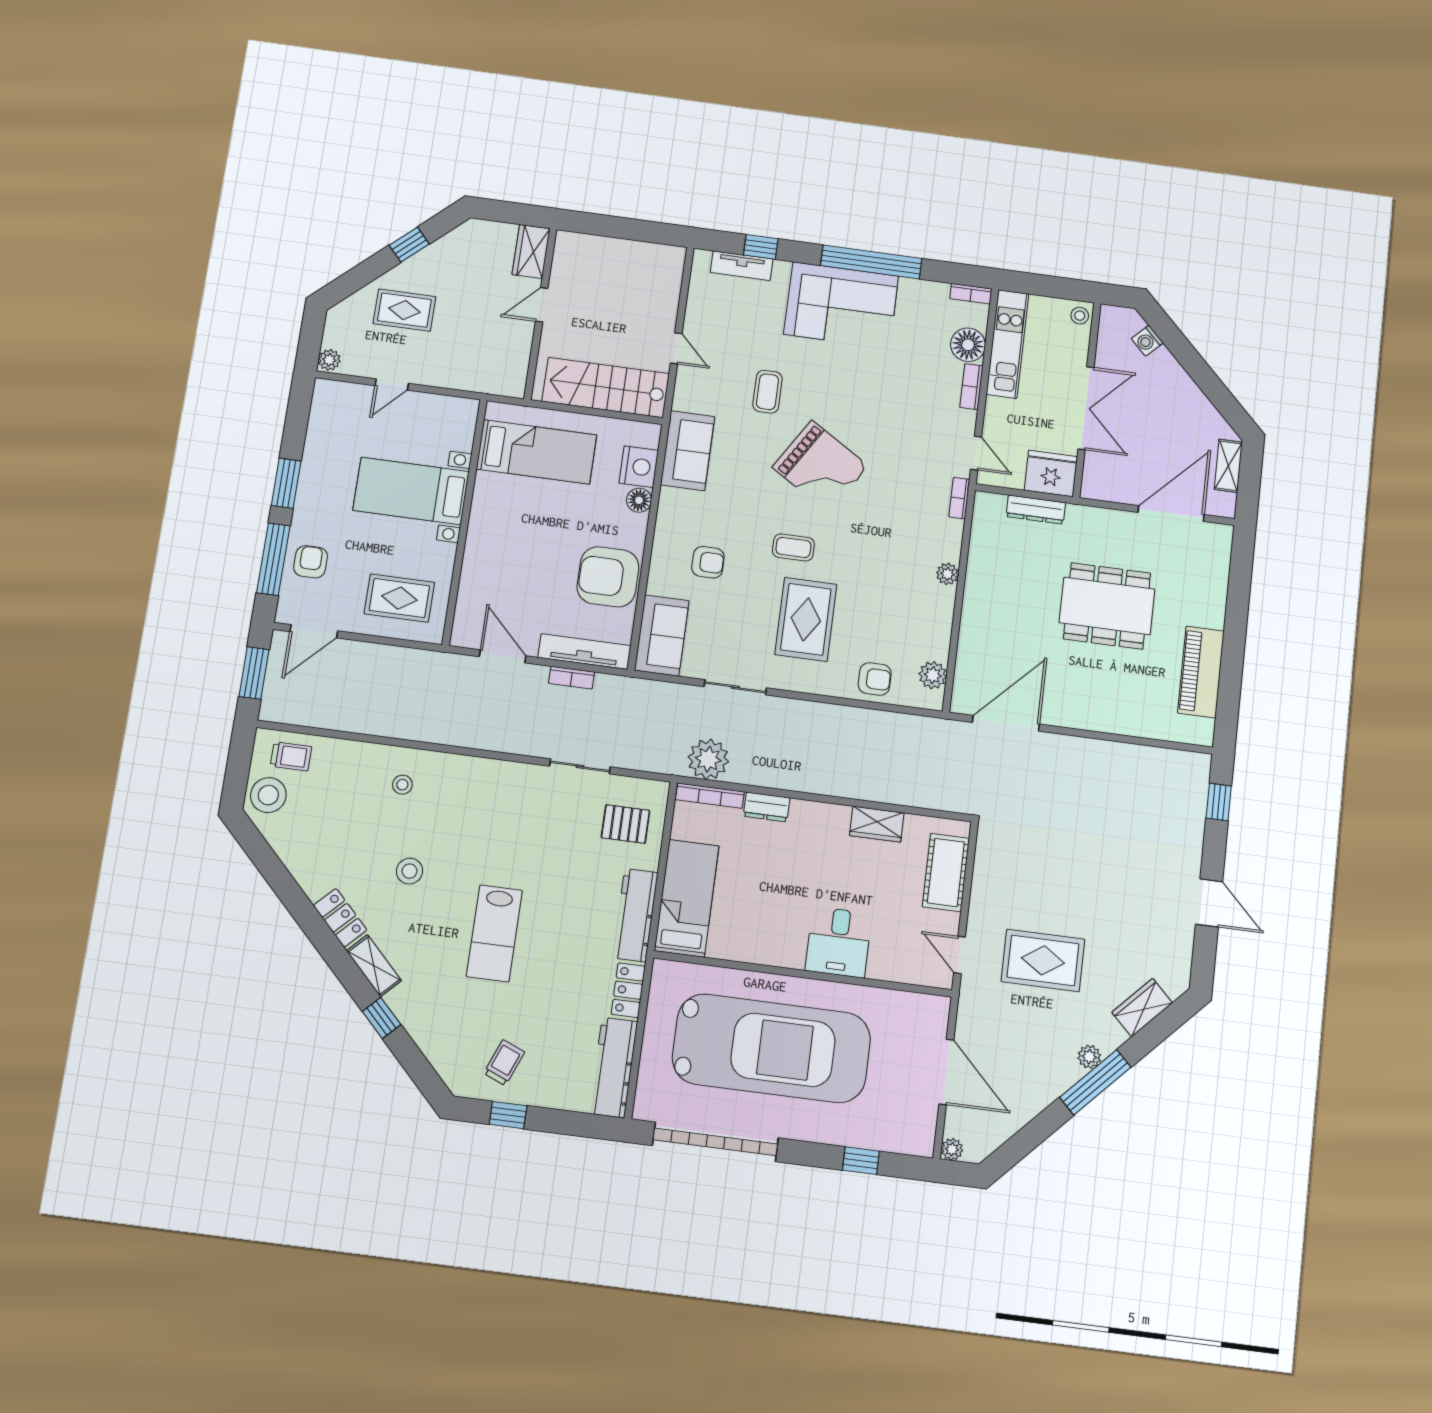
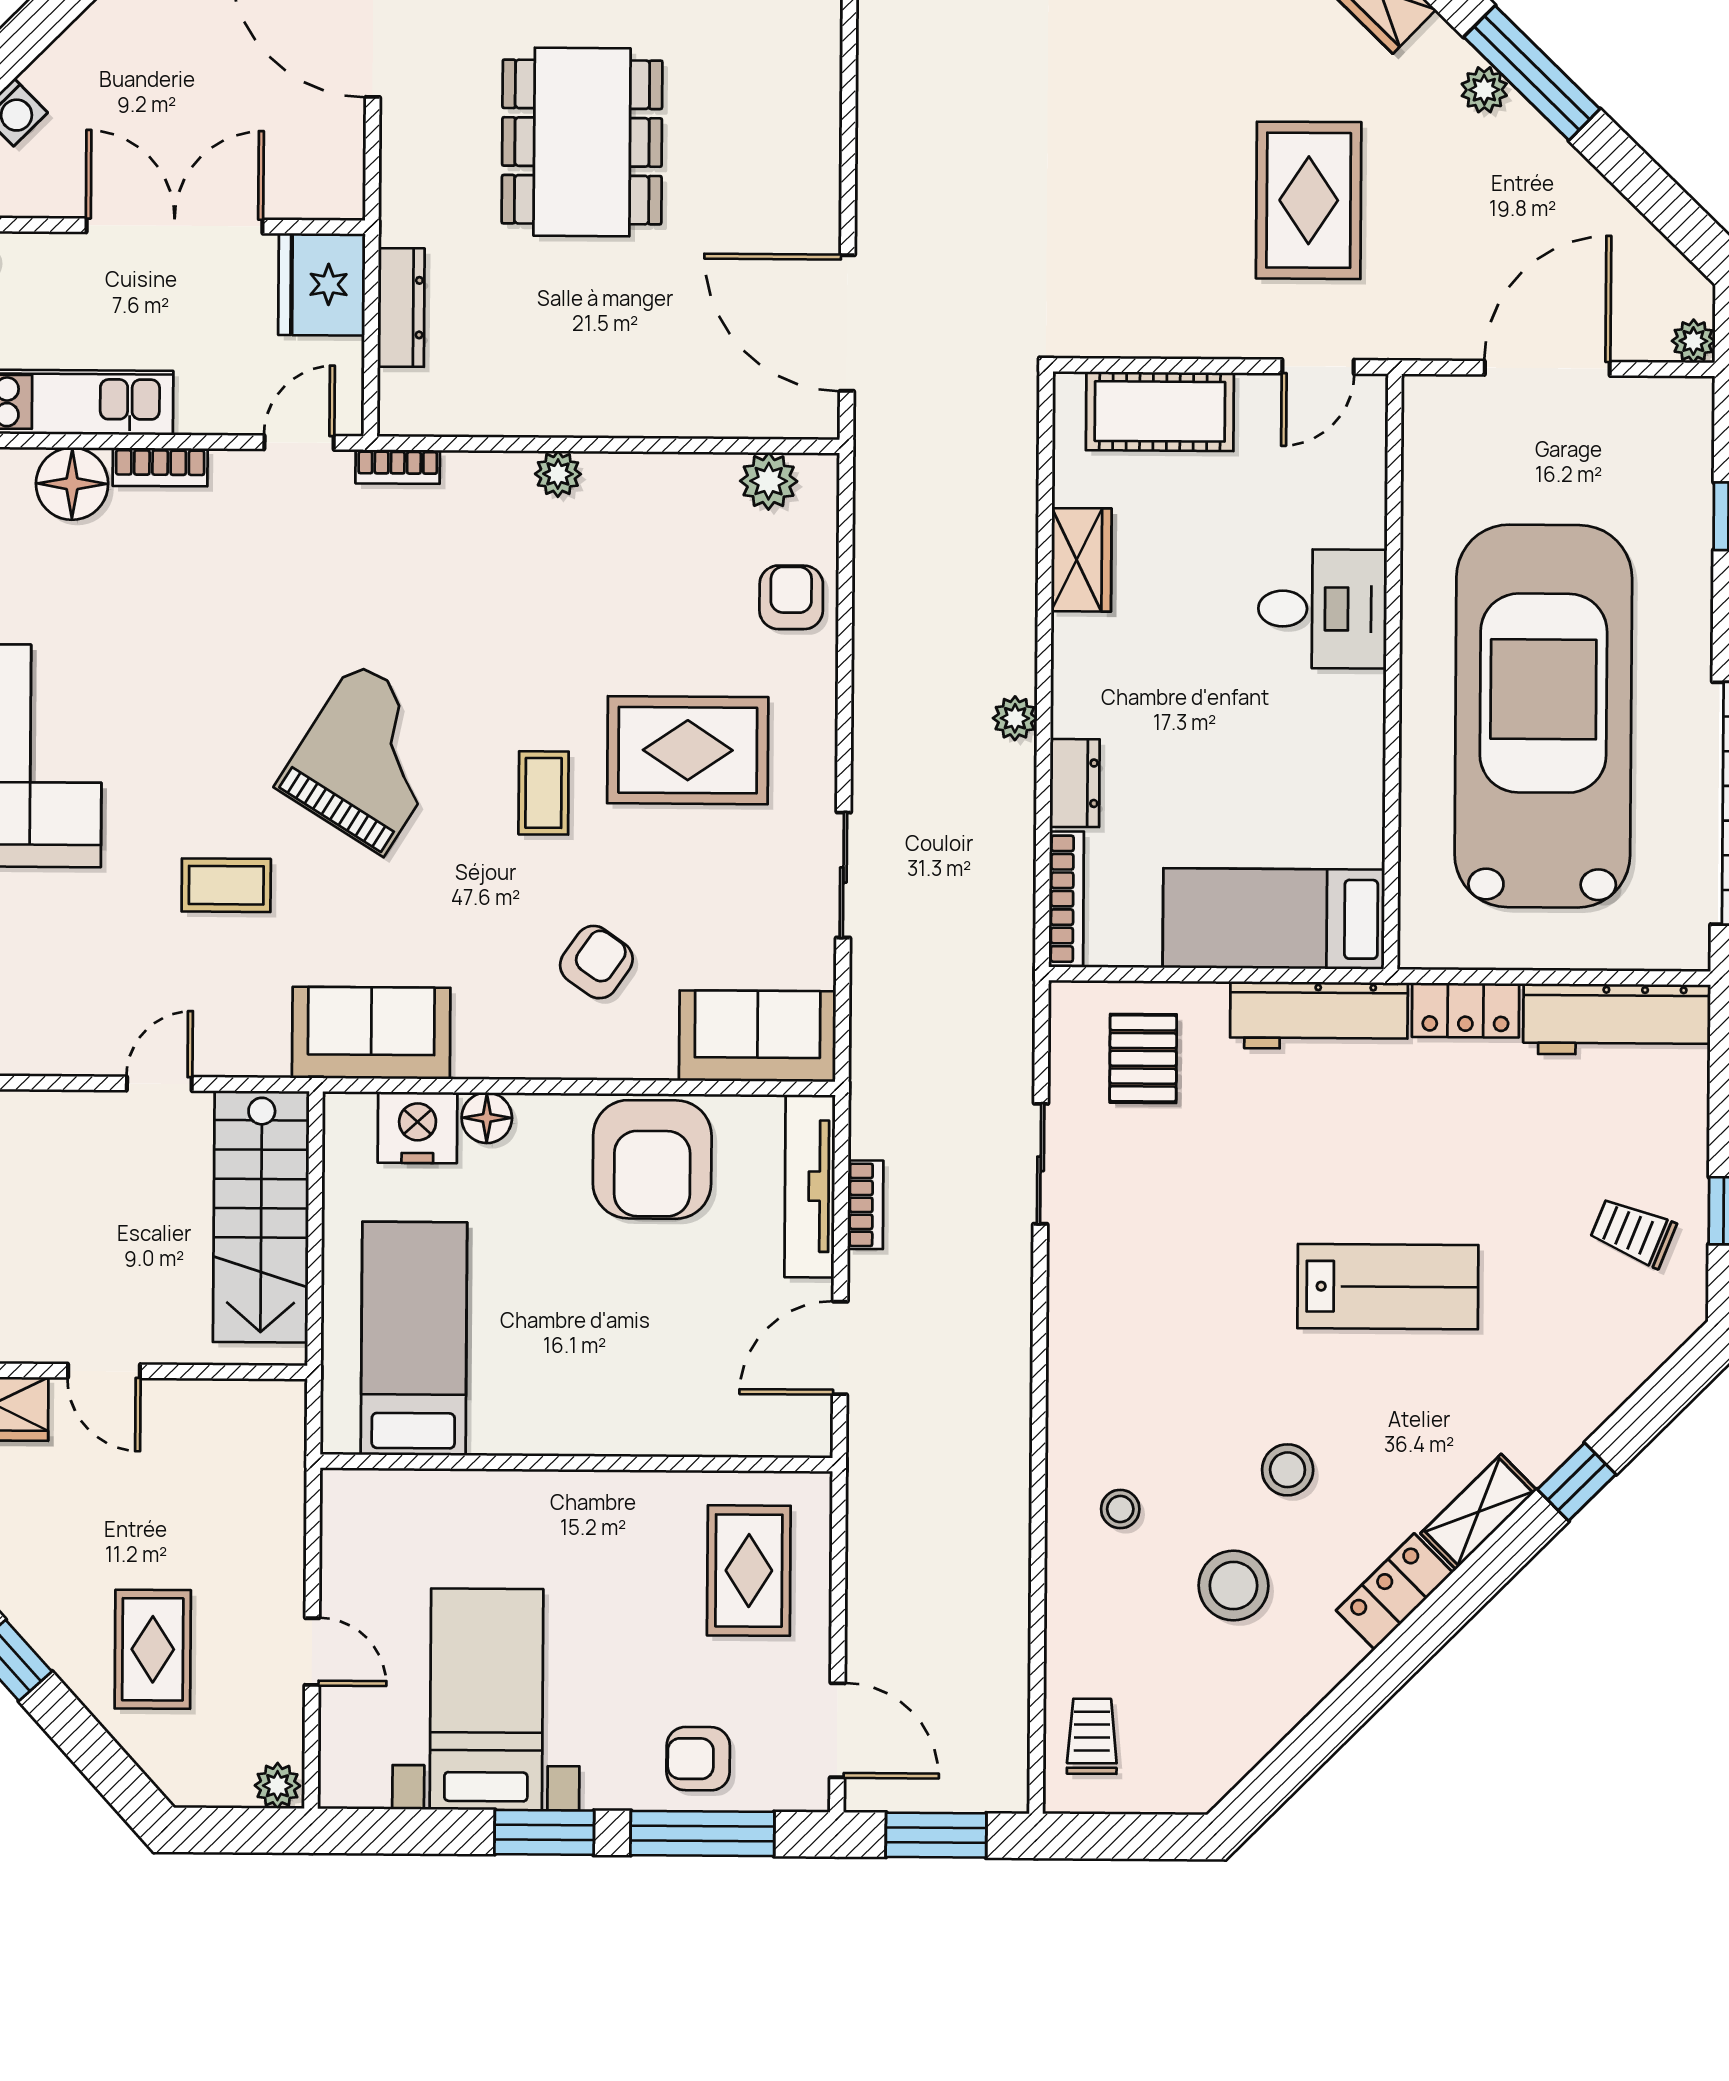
bed with nightstands: (411, 491) -> (486, 1699), moved, turned 180
armchair: (708, 562) -> (596, 962), turned 35
plant: (708, 759) -> (1015, 718), moved, width x0.53, depth x0.53
stool: (268, 795) -> (1234, 1586), moved

